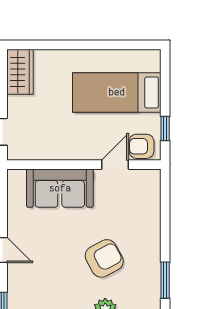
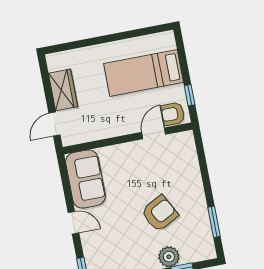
wardrobe: (20, 72) -> (63, 90), moved
sofa: (60, 188) -> (85, 179), moved, turned -90

